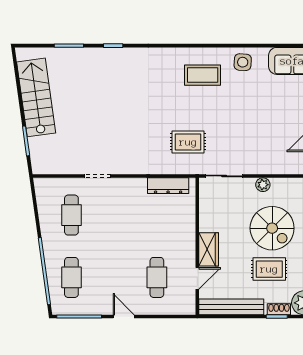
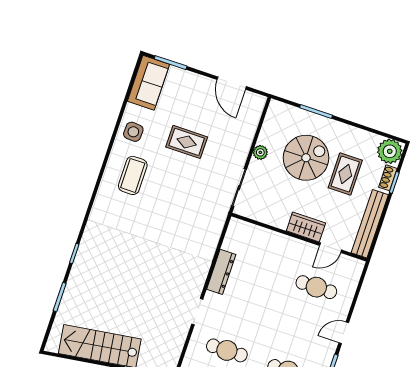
rug: (188, 142) -> (187, 142), moved, turned 90
dresser: (168, 186) -> (221, 272), moved
door: (197, 278) -> (331, 248), swing flipped

